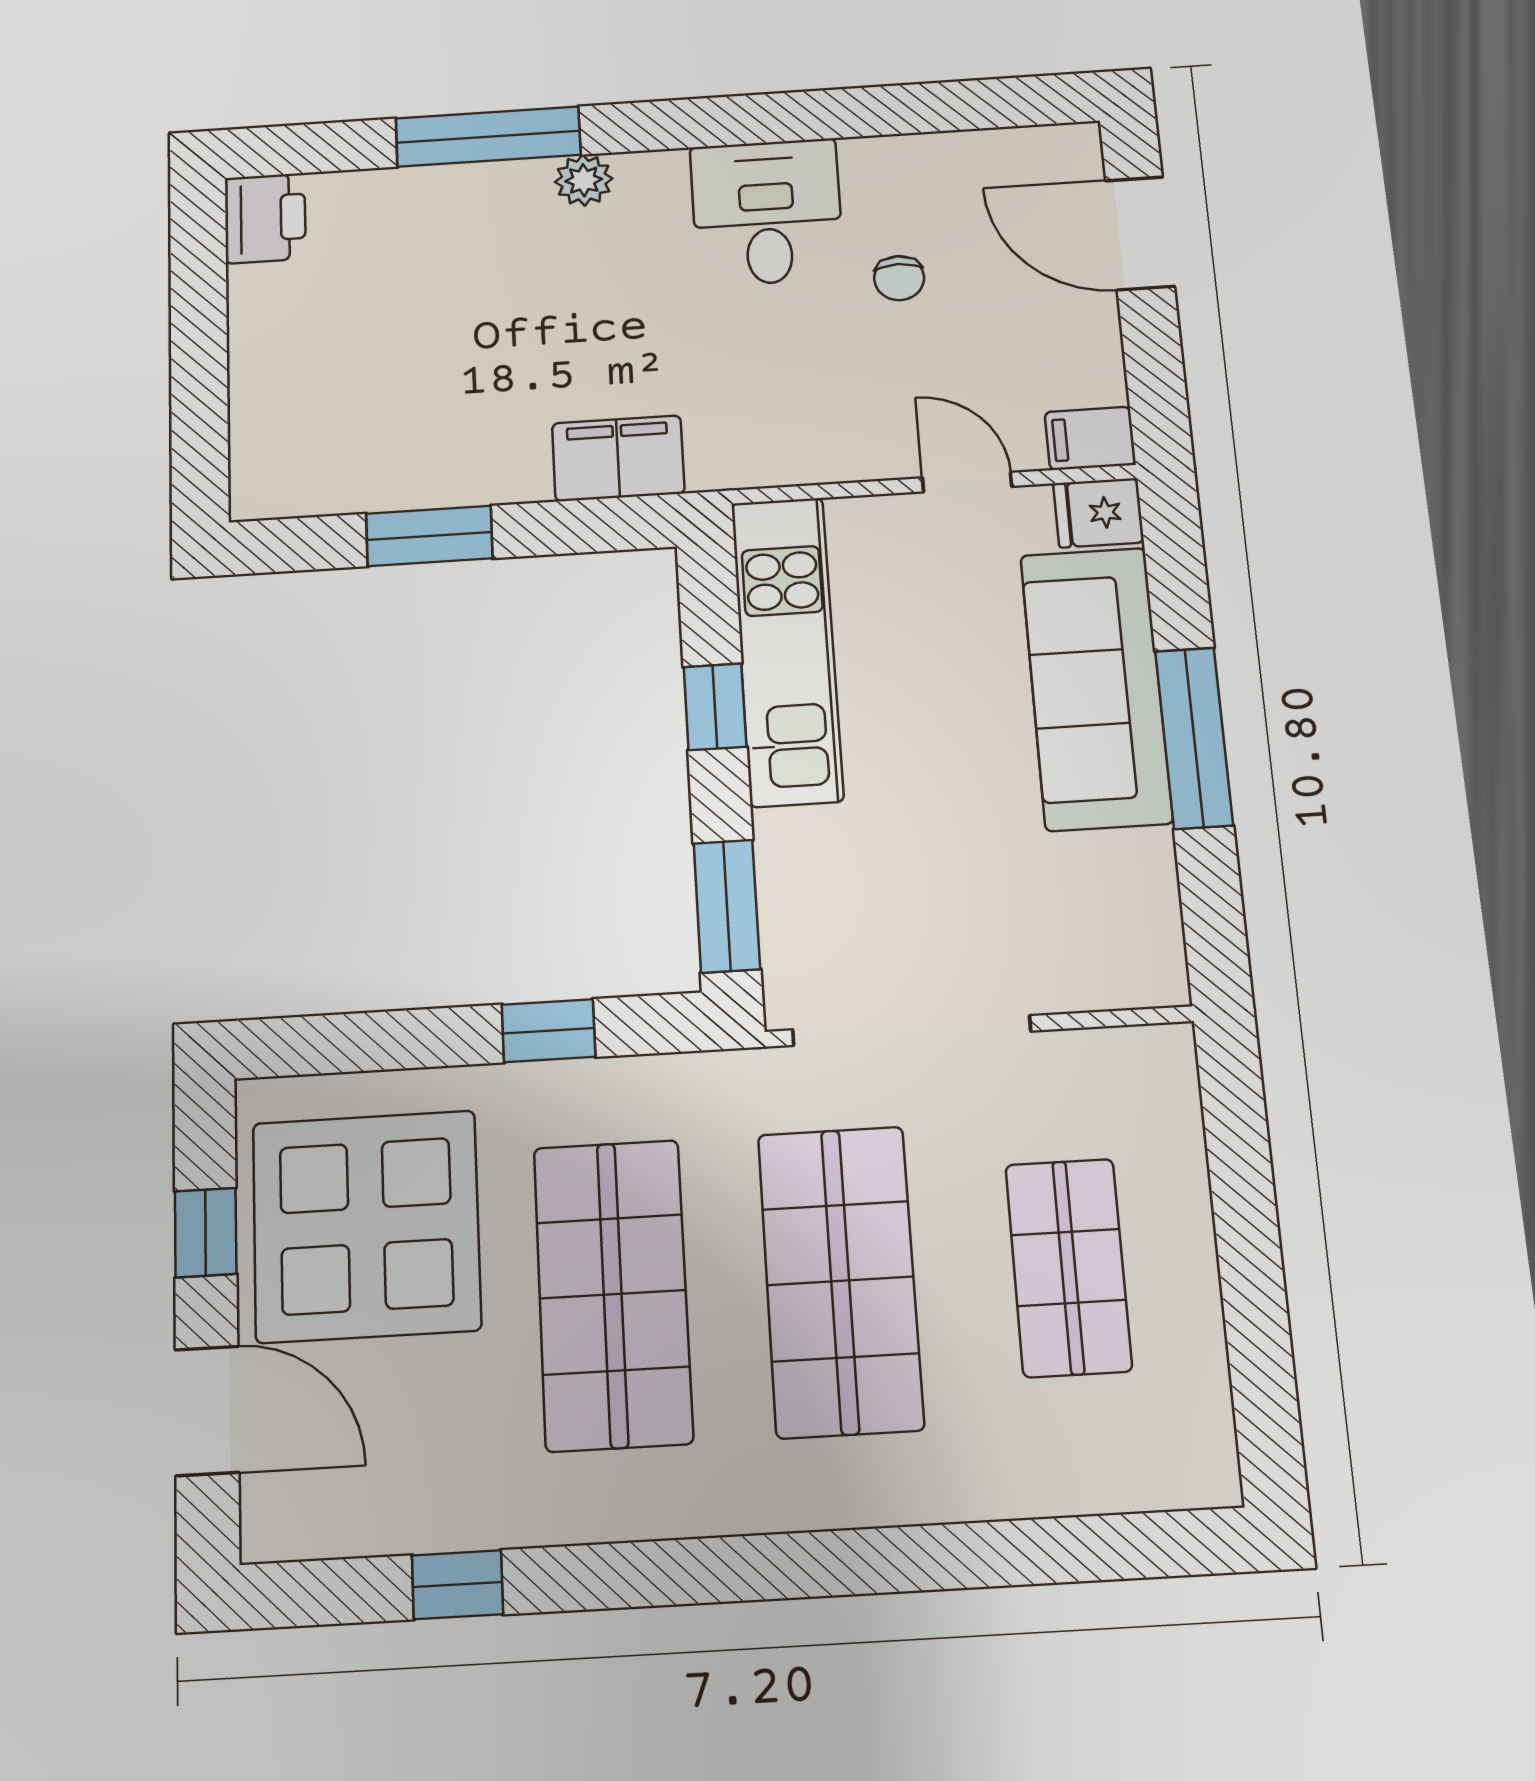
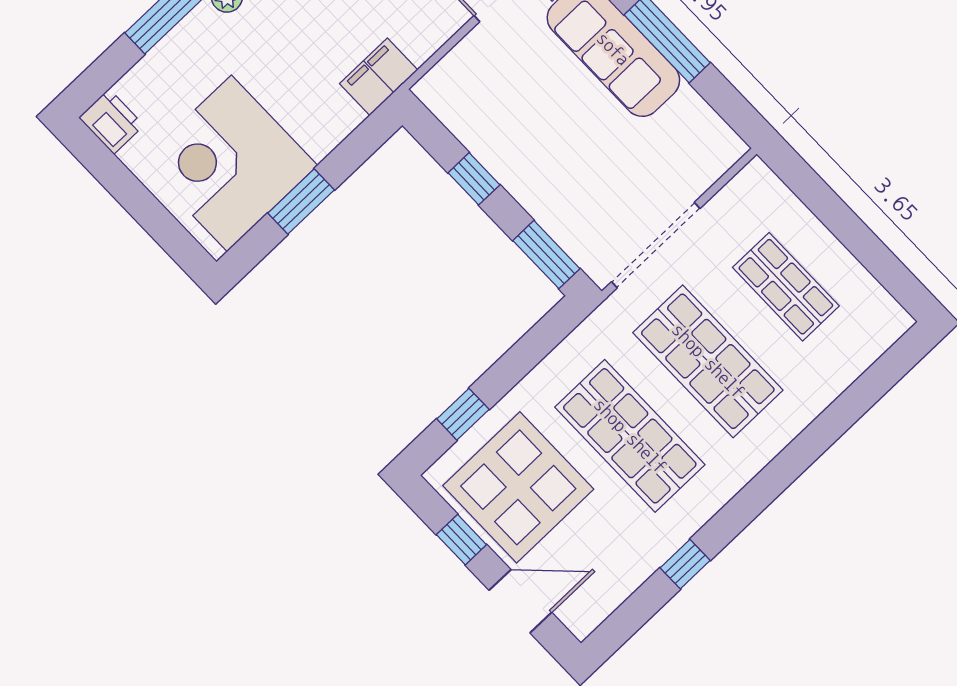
corner desk: (376, 403) -> (229, 163), added
filing cabinet: (618, 458) -> (379, 77), moved
kitchen unit: (787, 650) -> (482, 133), removed
window: (548, 1031) -> (463, 414), moved
window: (457, 1585) -> (685, 564), moved

